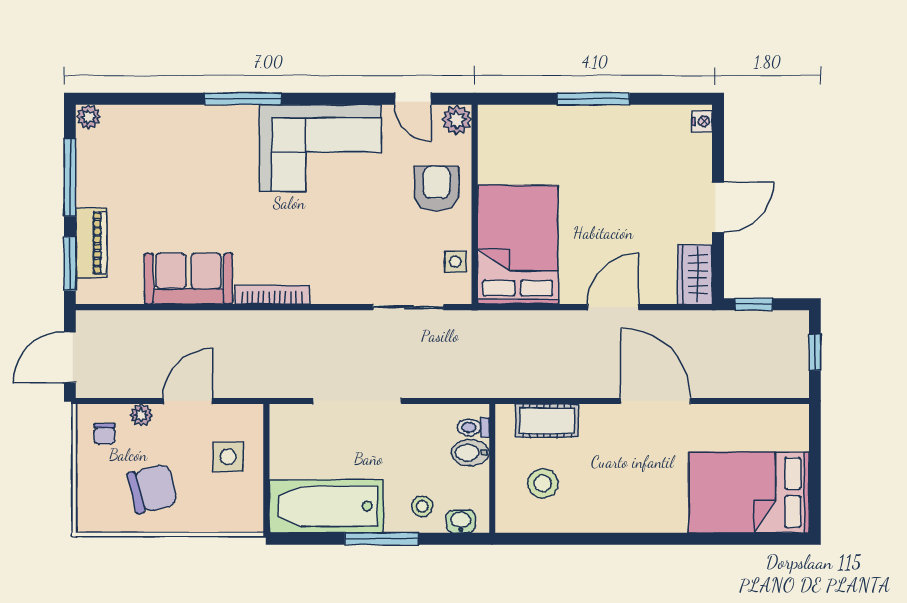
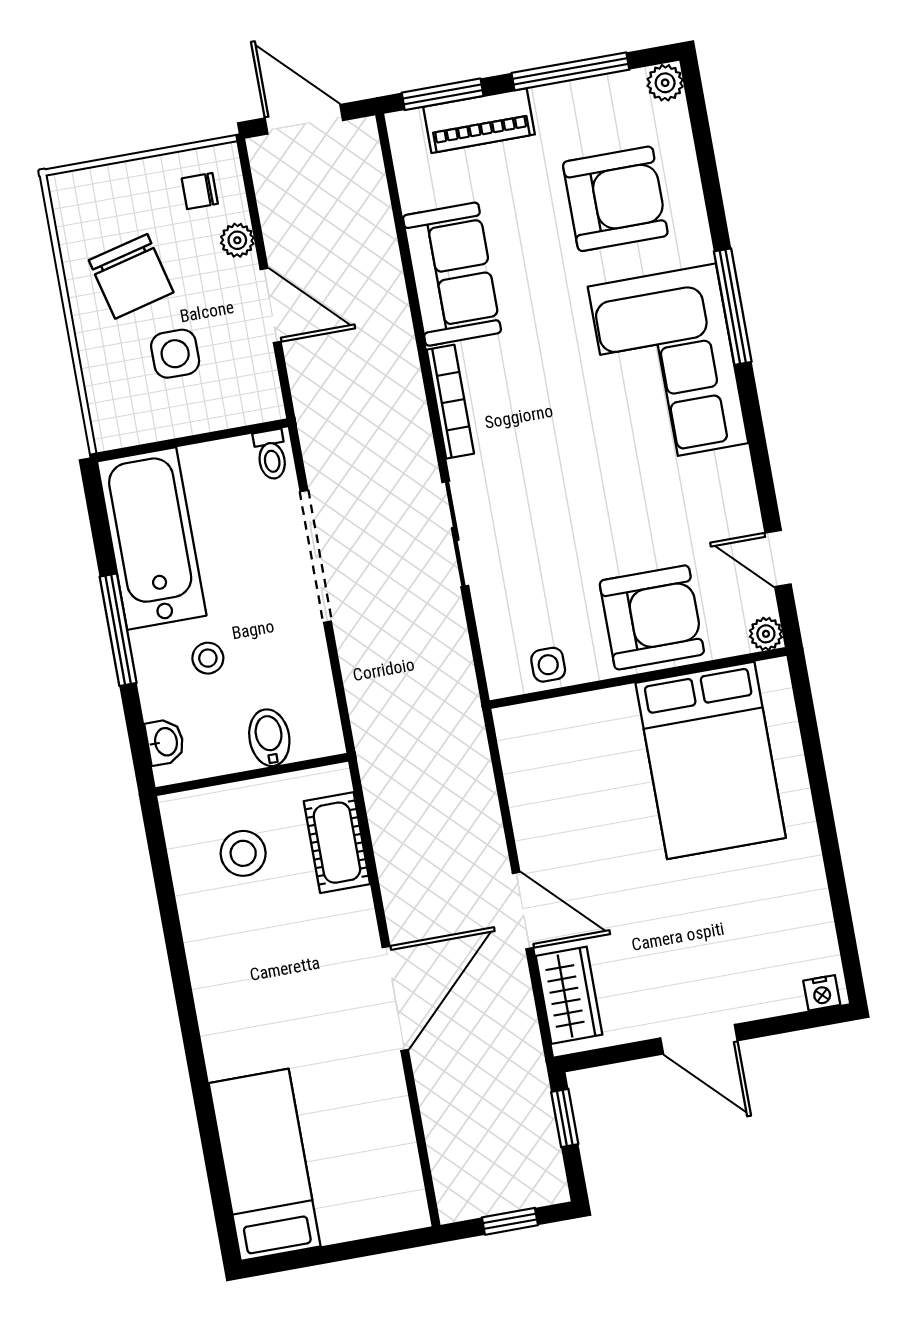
door: (413, 99) -> (778, 558), hinge flipped
window: (593, 99) -> (826, 826), removed
plant: (457, 120) -> (766, 634), width x0.73, depth x0.73
corner sofa: (320, 148) -> (668, 365), moved
armchair: (159, 163) -> (615, 199), added
armchair: (437, 188) -> (652, 617), width x1.36, depth x1.36
bed: (518, 245) -> (711, 760), moved, turned 90
wardrobe: (695, 274) -> (569, 995), moved, turned 90
sliding door: (408, 307) -> (455, 534), moved
toilet: (473, 427) -> (271, 455), moved, turned 180
side table: (228, 457) -> (175, 354), moved
bed: (749, 492) -> (265, 1165), width x0.67
stool: (422, 506) -> (208, 658), moved

